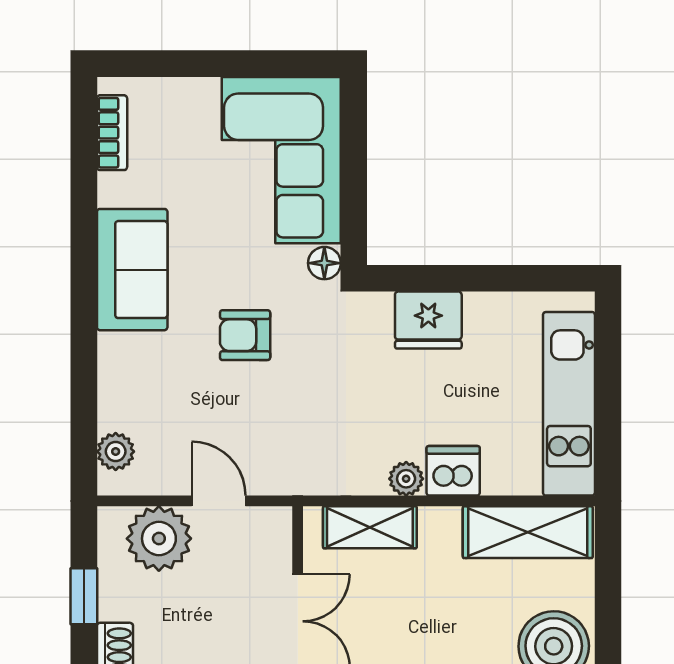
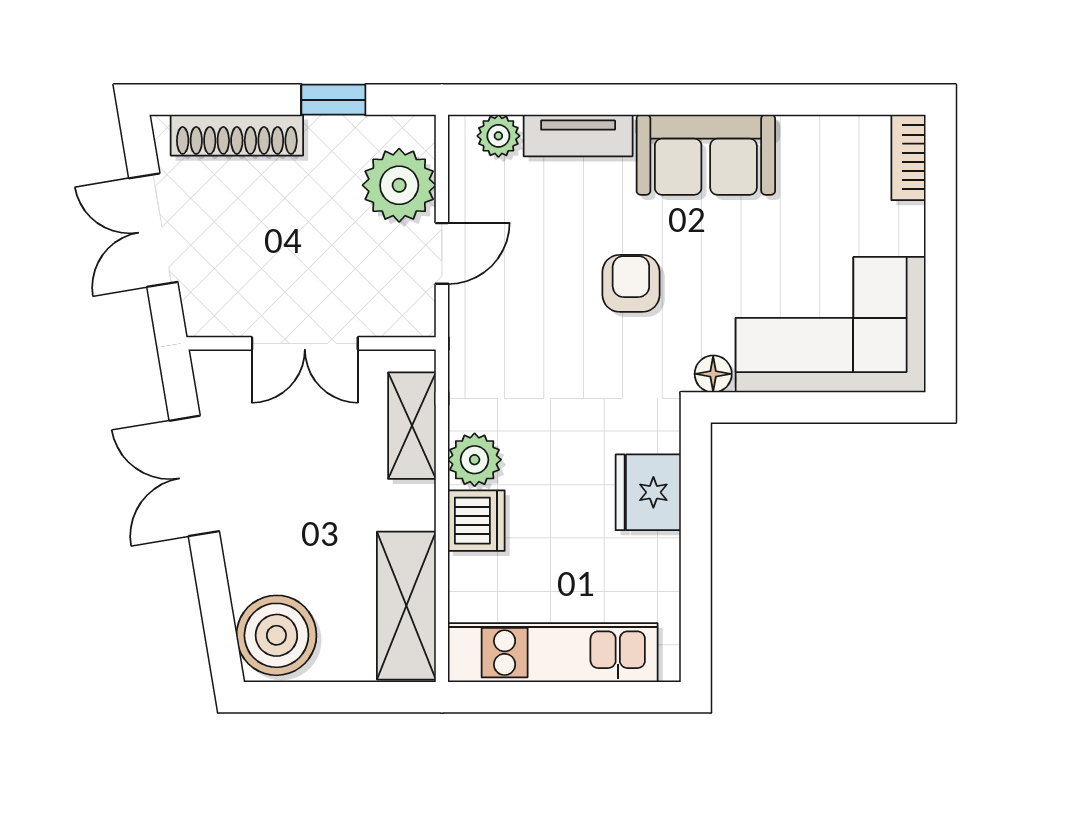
bookcase: (112, 133) -> (908, 157), moved, turned 90
tv unit: (115, 382) -> (578, 135), added
plant: (406, 479) -> (475, 460), width x1.38, depth x1.38

